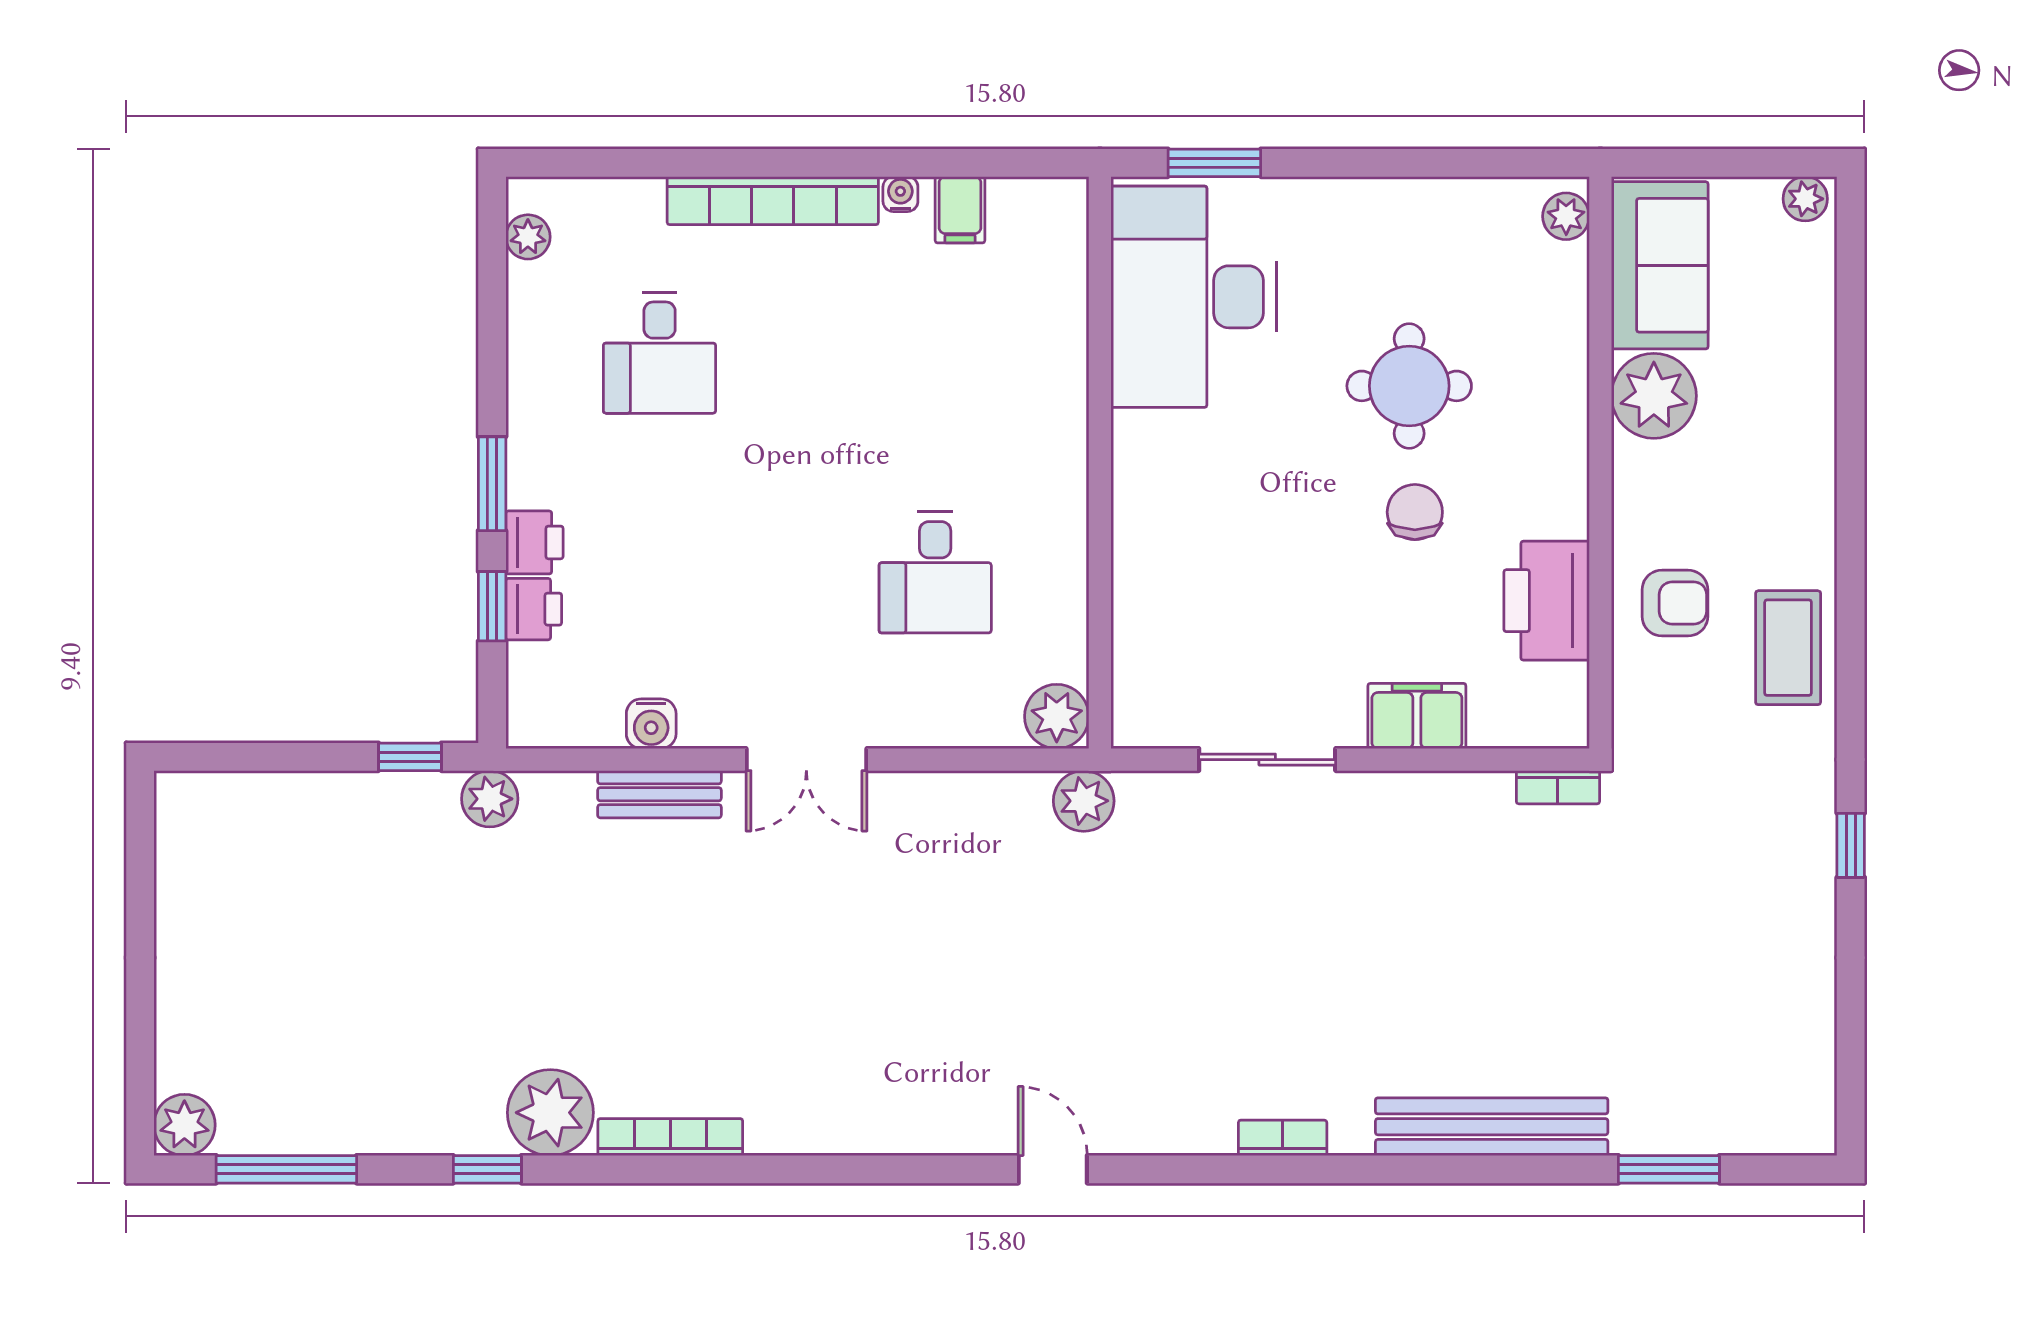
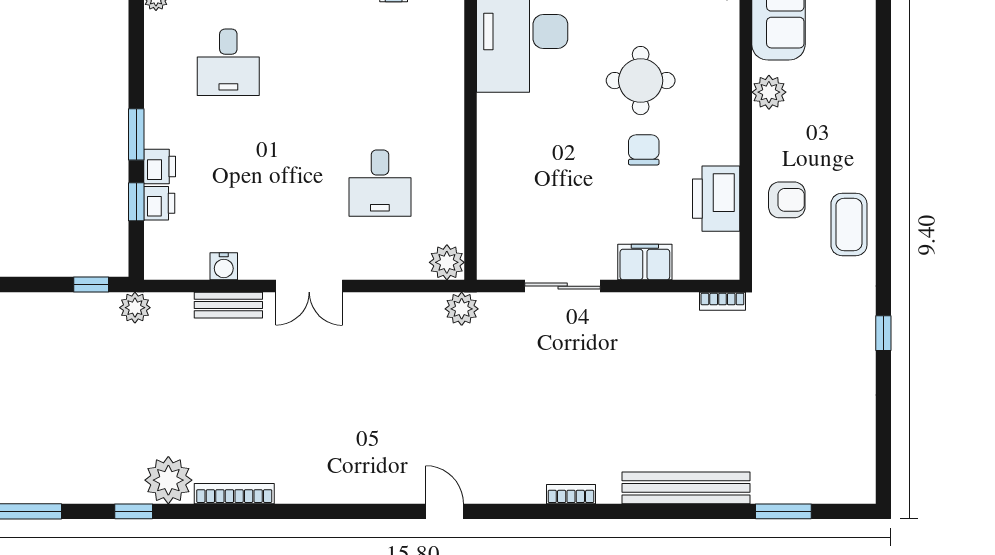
plant: (1654, 396) -> (769, 92), width x0.73, depth x0.73

